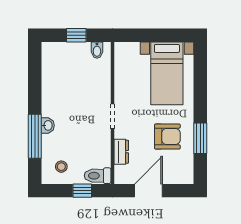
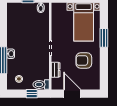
armchair: (167, 137) -> (84, 60), turned 180
window: (200, 138) -> (104, 38), moved
door: (148, 191) -> (72, 94), hinge flipped

